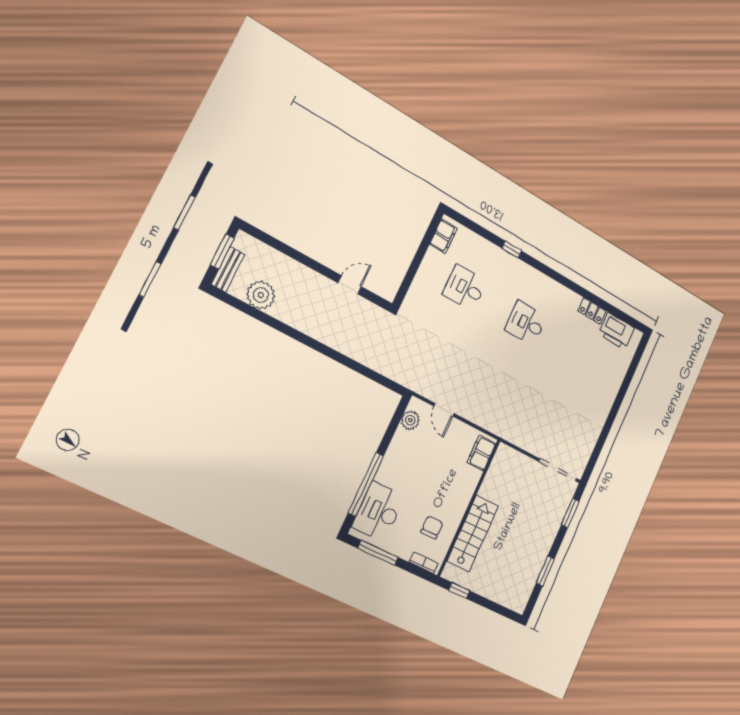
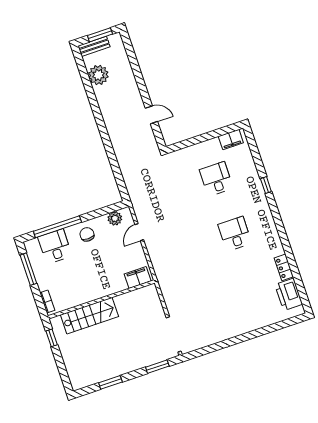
desk: (379, 512) -> (55, 246), width x0.73
chair: (432, 527) -> (87, 234), moved, turned -90

